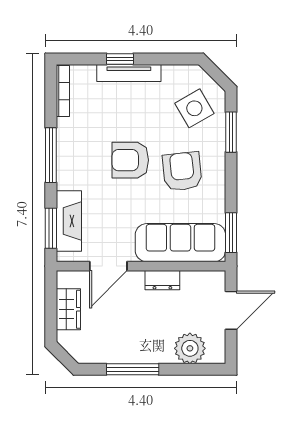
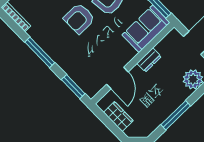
fireplace: (69, 221) -> (78, 75), removed
sofa: (180, 243) -> (146, 29), width x0.73

